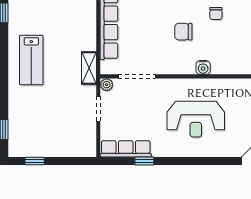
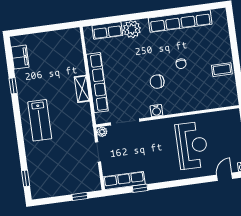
water cooler: (203, 67) -> (156, 111), moved
shelving: (89, 68) -> (82, 89), moved
reception desk: (196, 119) -> (192, 145), moved, turned -90
window: (35, 161) -> (80, 196), moved

